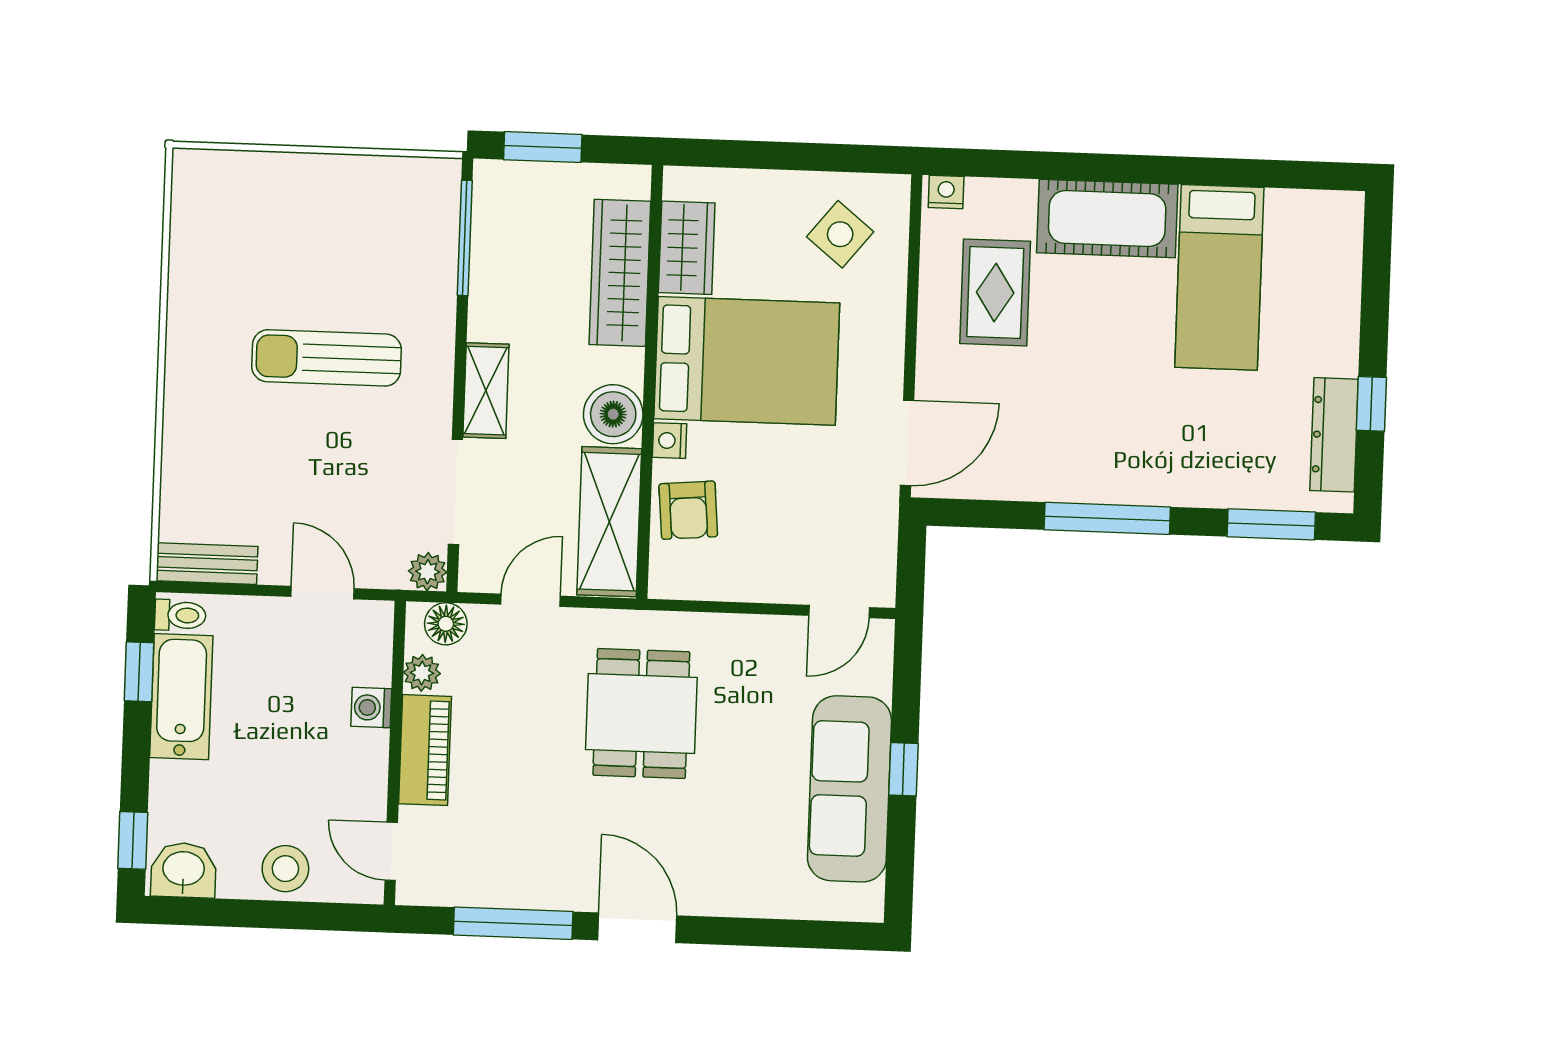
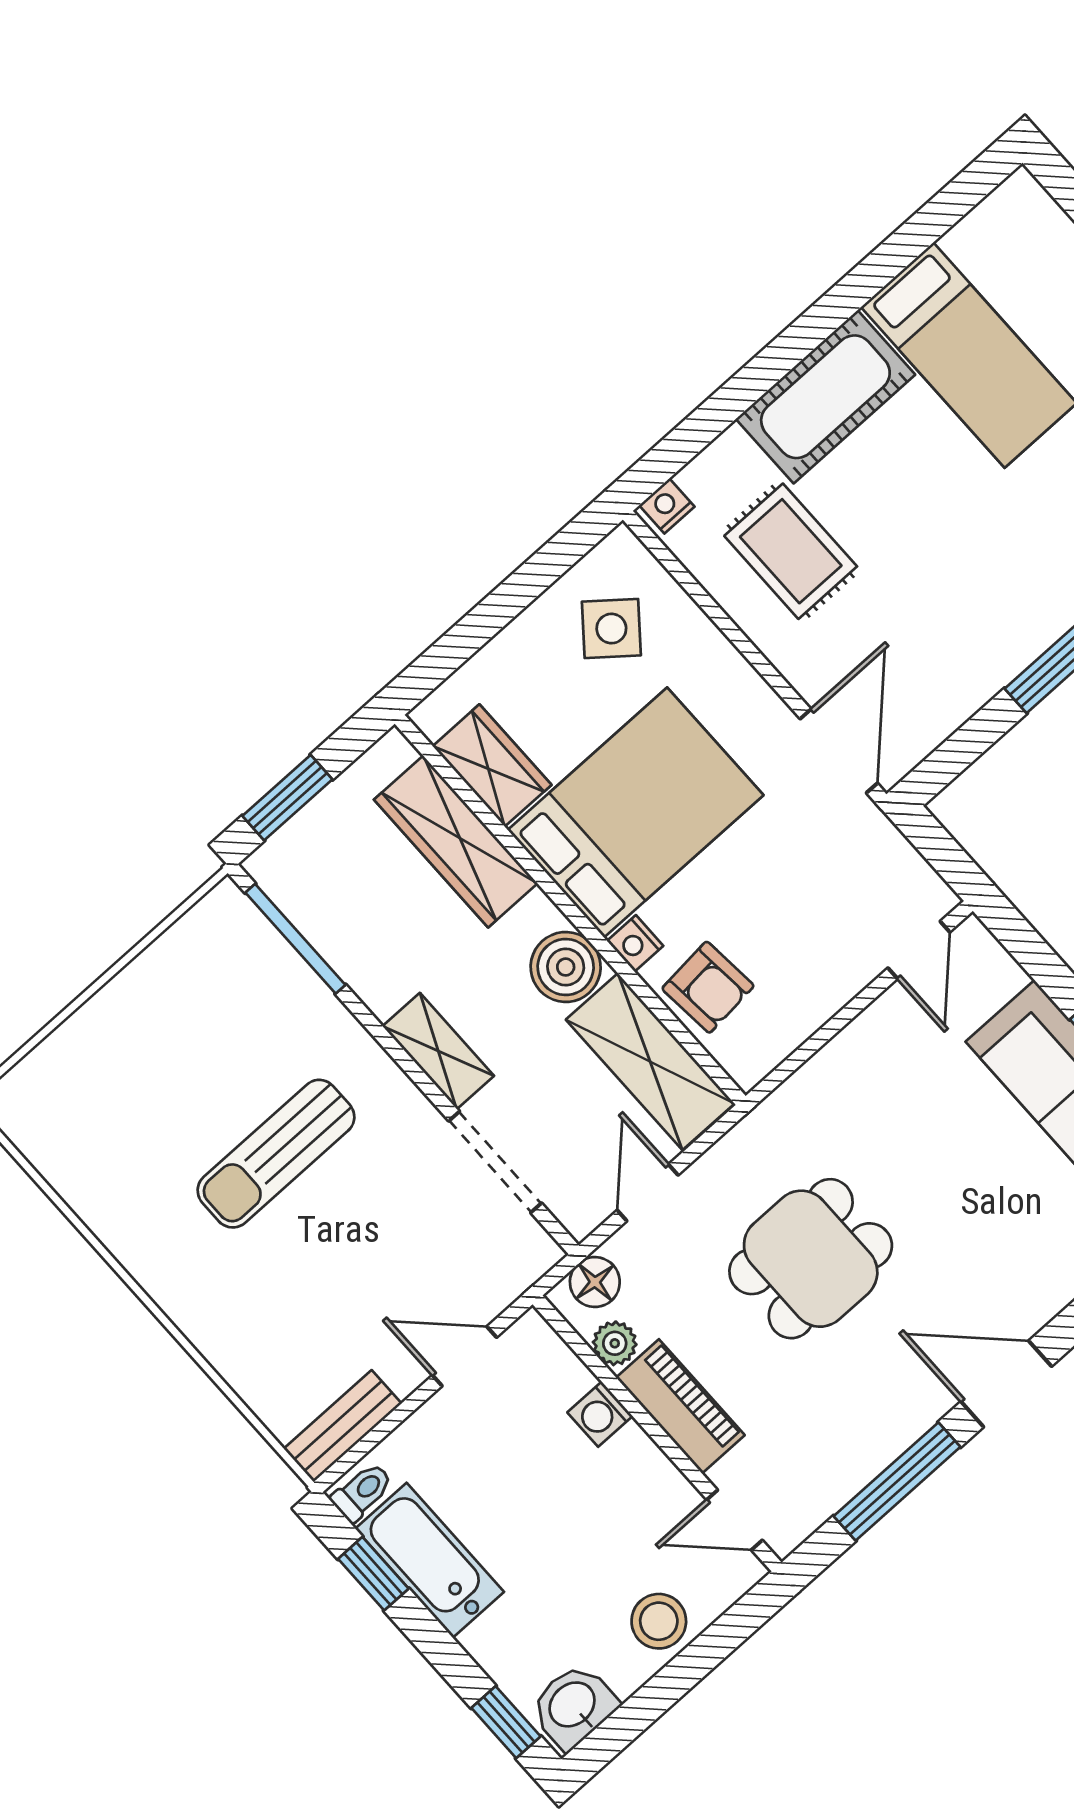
plant: (428, 572) -> (537, 1253), removed
dining table: (641, 713) -> (811, 1259), moved, turned 90

